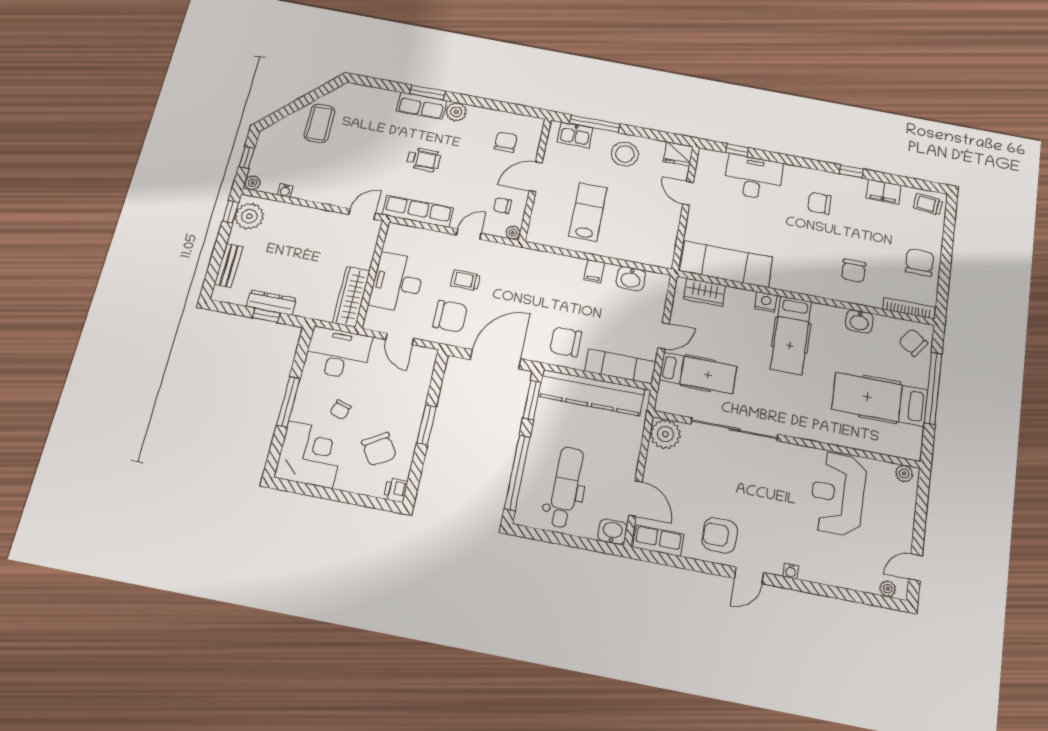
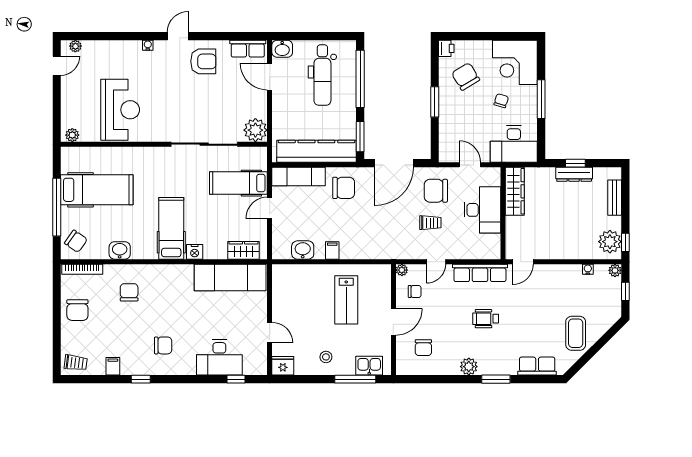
row of seats: (422, 106) -> (537, 366), moved
stool: (625, 154) -> (326, 357), width x0.53, depth x0.53
filing cabinet: (883, 192) -> (113, 366), width x0.50

